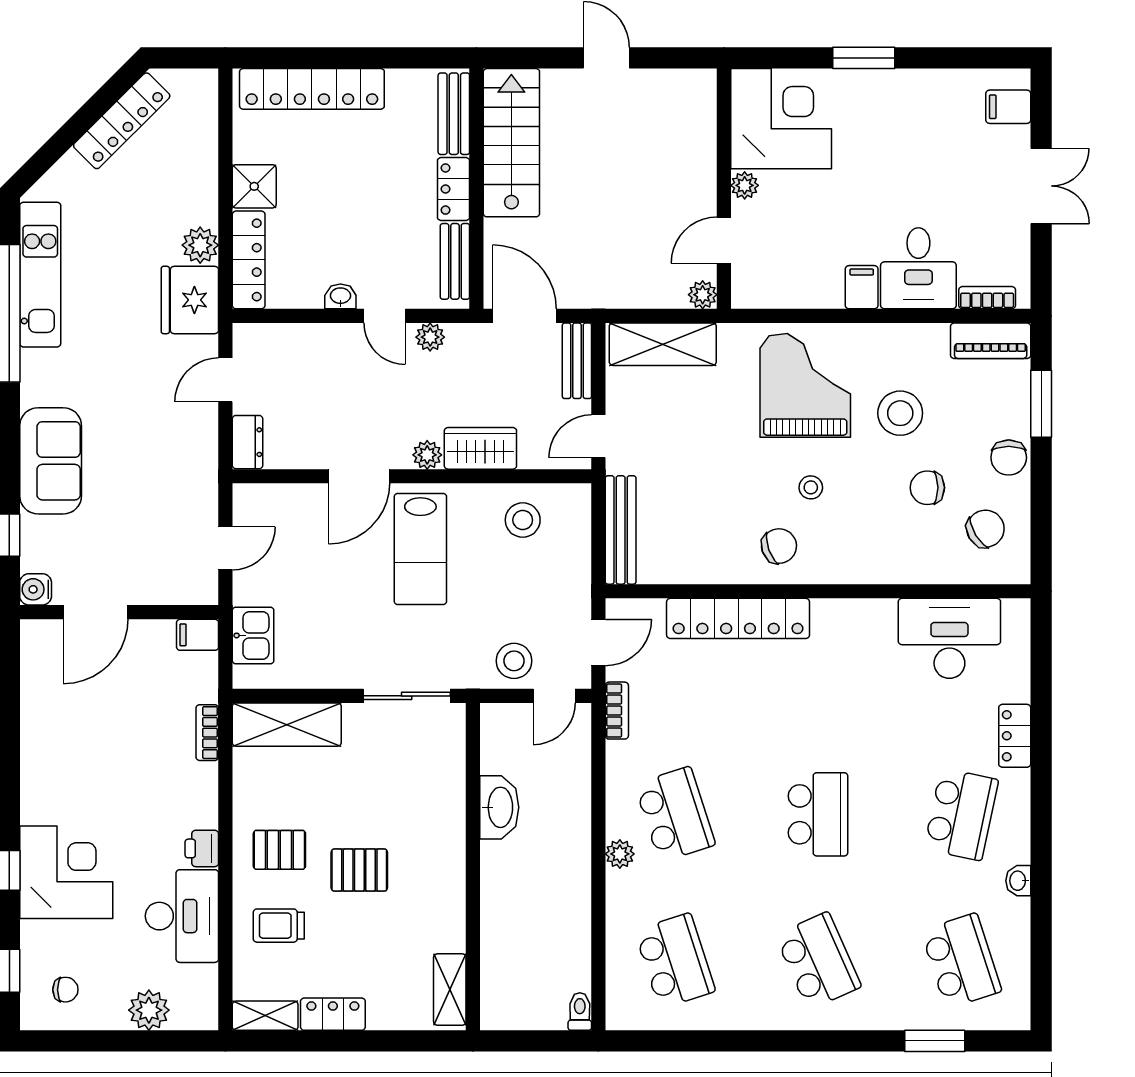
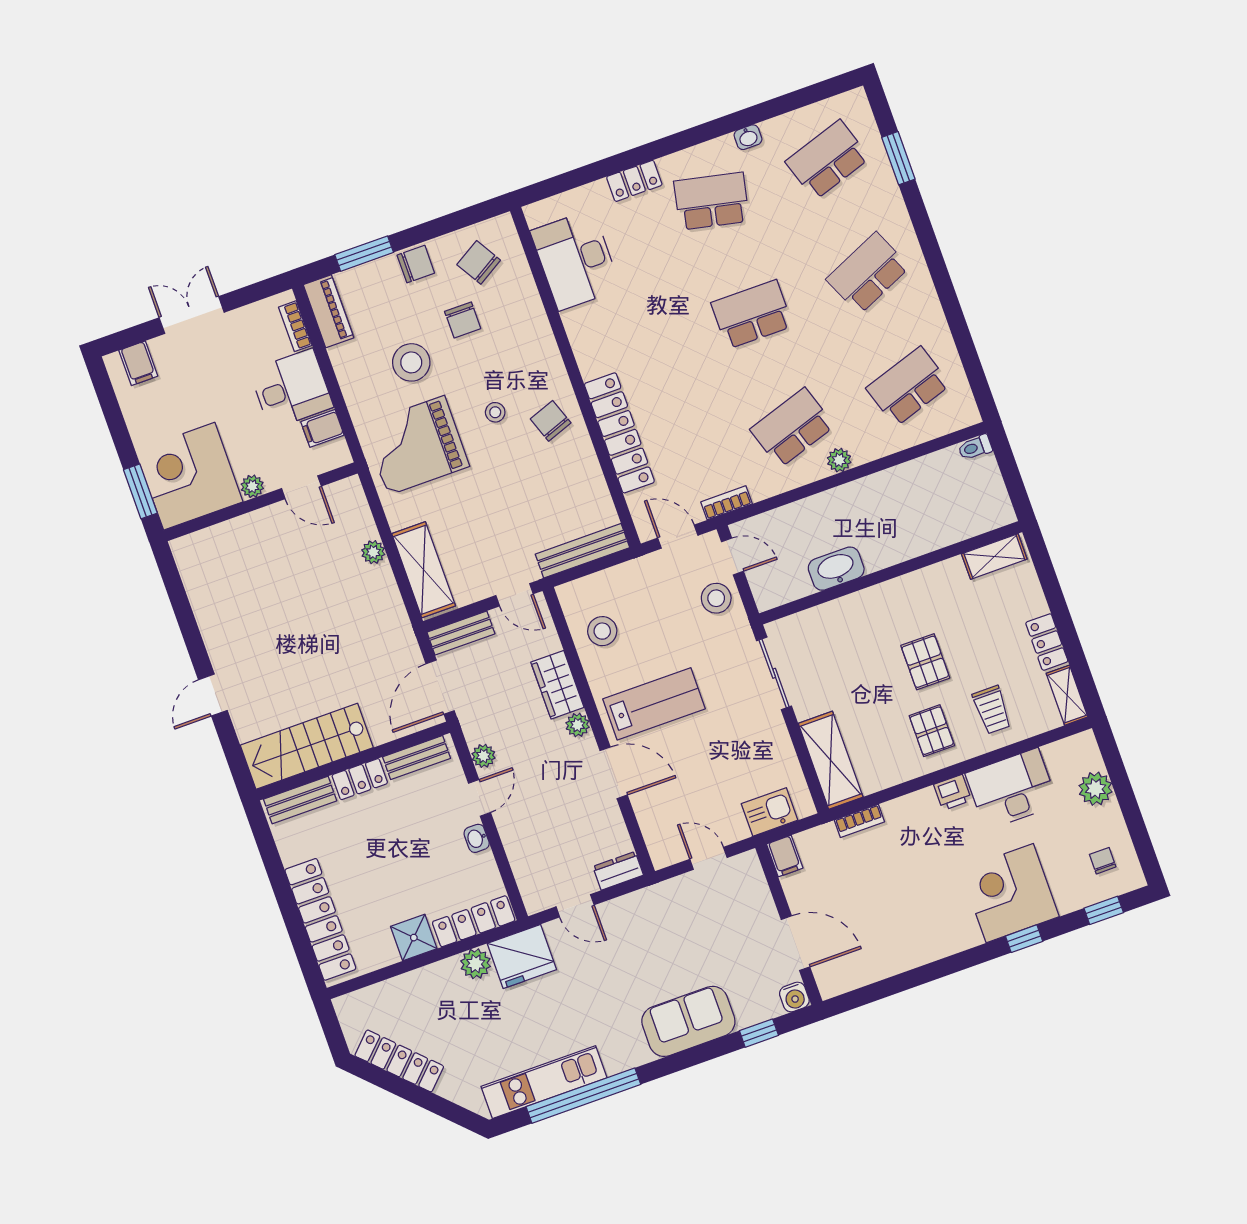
corner desk: (781, 119) -> (189, 476), moved
plant: (745, 185) -> (252, 486), moved
wall: (724, 189) -> (261, 502), moved
door: (724, 240) -> (301, 487), moved

